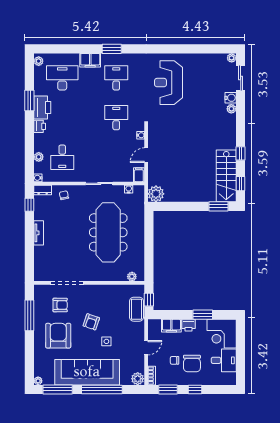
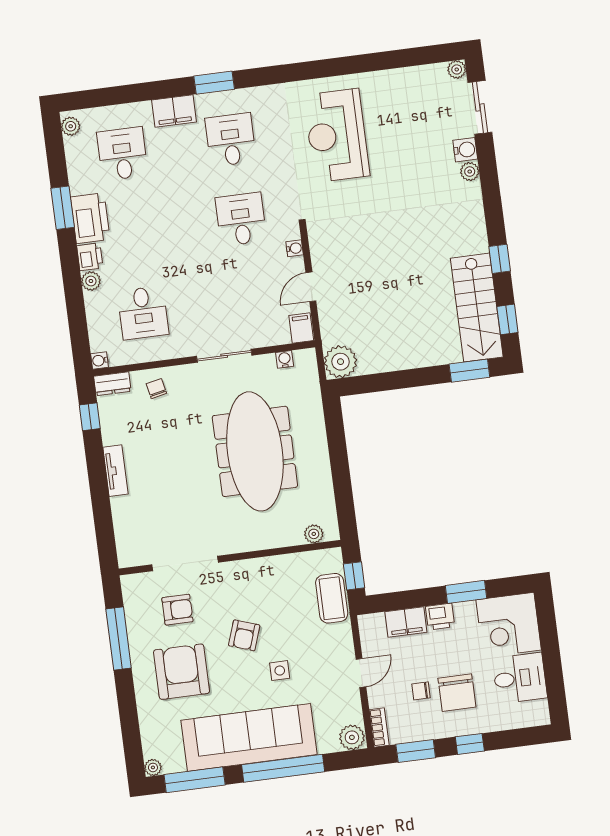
desk: (62, 78) -> (122, 154), width x0.73
plant: (39, 157) -> (91, 281), moved

